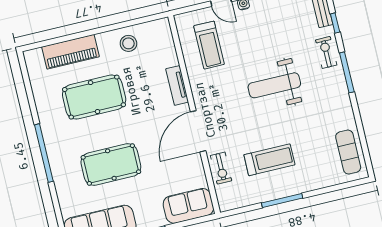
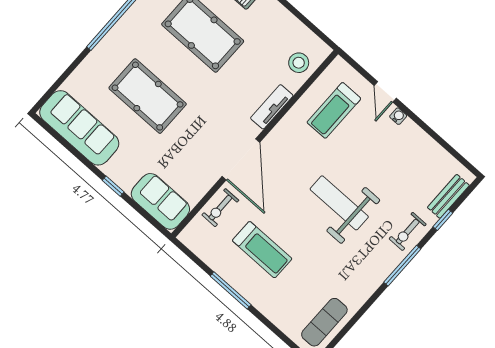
stool: (128, 43) -> (299, 63), moved
exercise bike: (326, 52) -> (408, 231), turned 180
door: (198, 131) -> (241, 159), swing flipped

